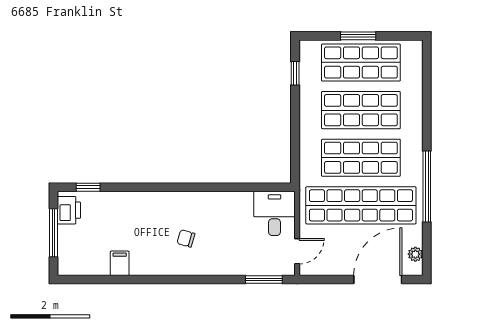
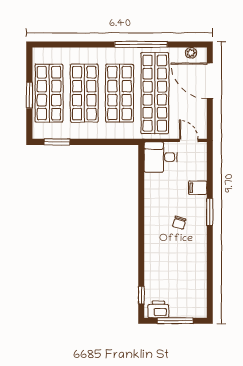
window: (295, 73) -> (57, 142), width x1.50
filing cabinet: (120, 263) -> (198, 188), moved
window: (264, 280) -> (210, 212), moved

